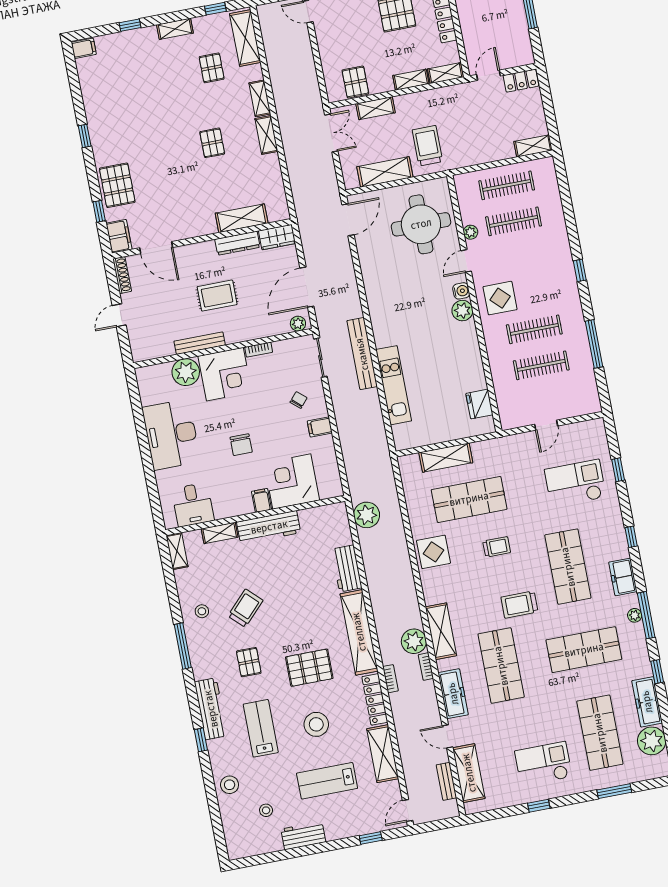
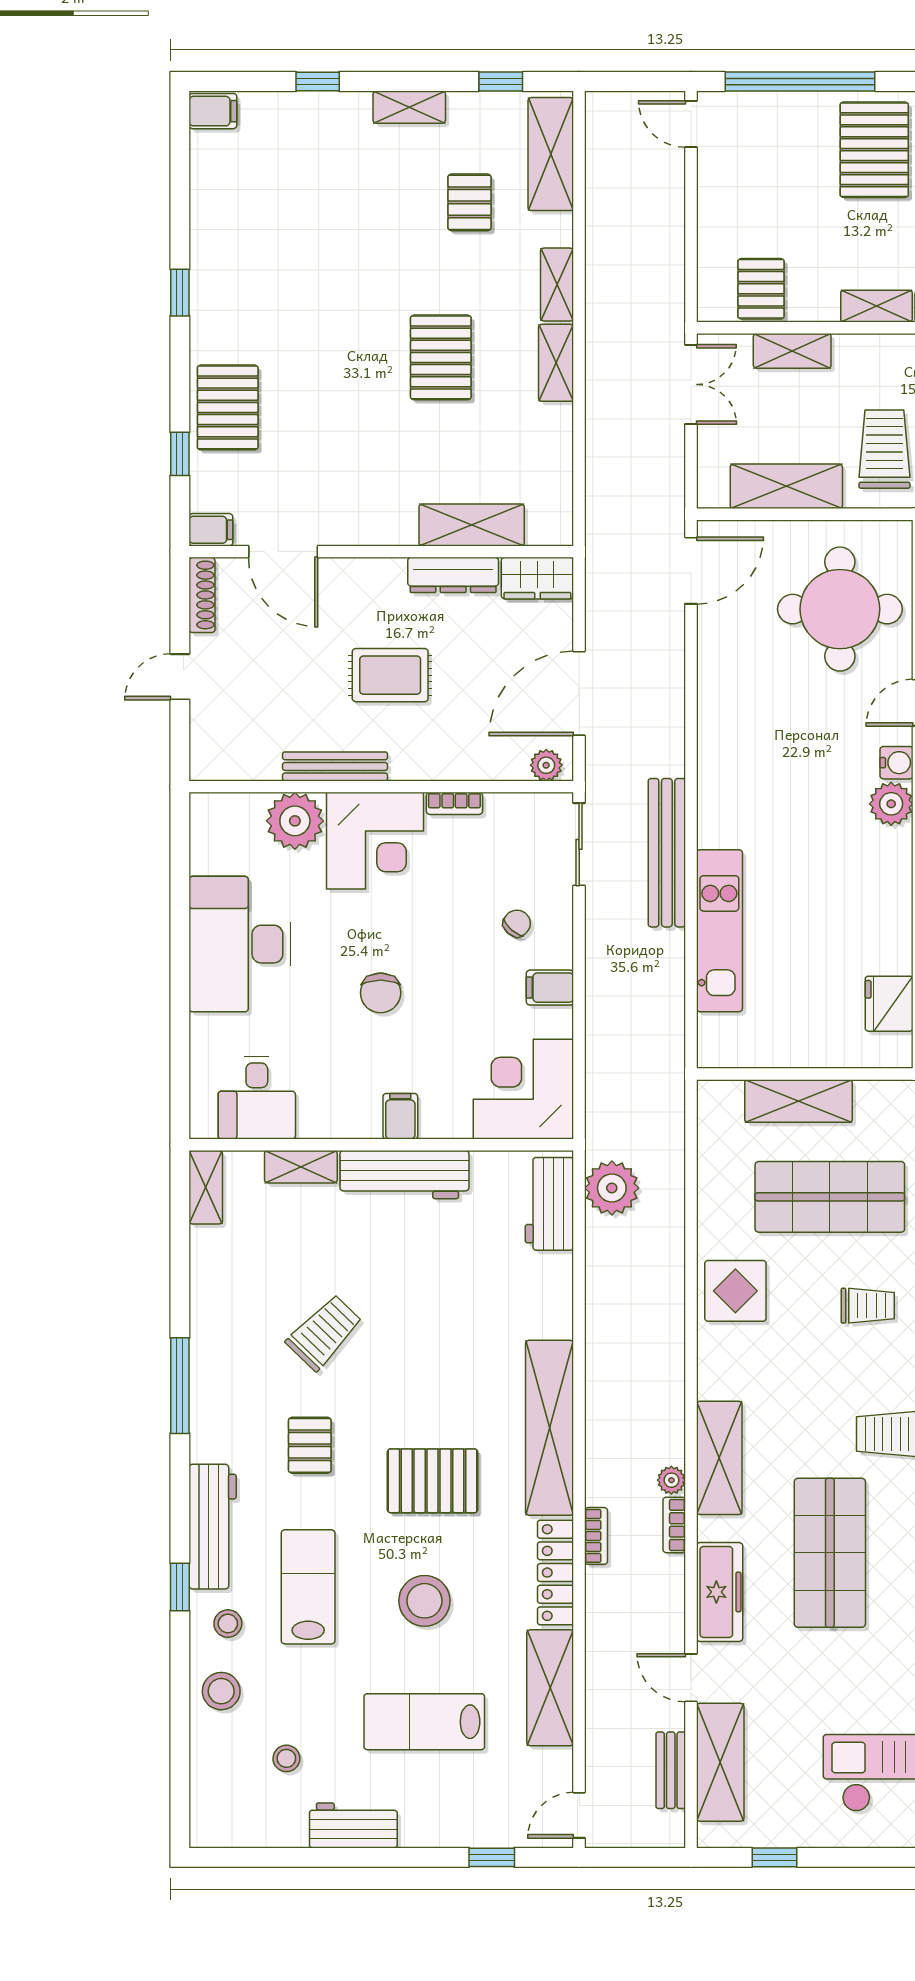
pallet: (212, 143) -> (441, 357), width x1.50, depth x1.42
filing cabinet: (119, 236) -> (211, 530), width x0.50
corner desk: (292, 482) -> (523, 1089), moved
workbench: (347, 568) -> (549, 1204), moved
stool: (202, 611) -> (228, 1624), moved
plant: (414, 641) -> (671, 1480), width x0.53, depth x0.53
window: (539, 806) -> (775, 1857), moved

